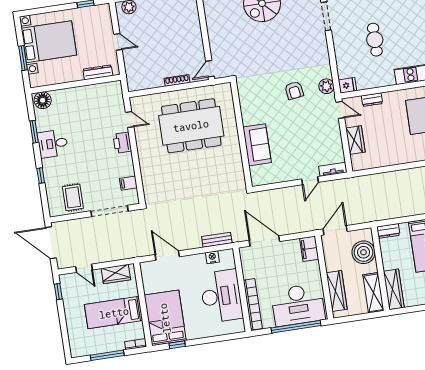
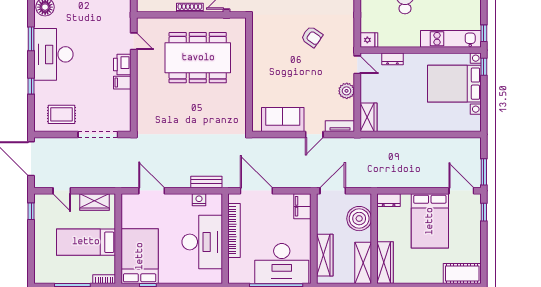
plant: (326, 86) -> (347, 91), moved
armchair: (294, 90) -> (312, 37), turned -47
wardrobe: (355, 140) -> (368, 117), moved
desk: (53, 144) -> (53, 54), width x1.87, depth x1.30
sofa: (257, 145) -> (283, 119), moved, turned -90
filing cabinet: (128, 183) -> (122, 83), moved
rug: (73, 197) -> (62, 114), turned 90
bookcase: (253, 304) -> (234, 230), moved

